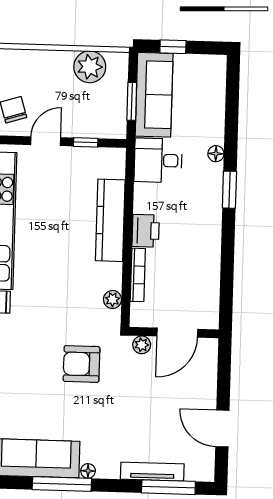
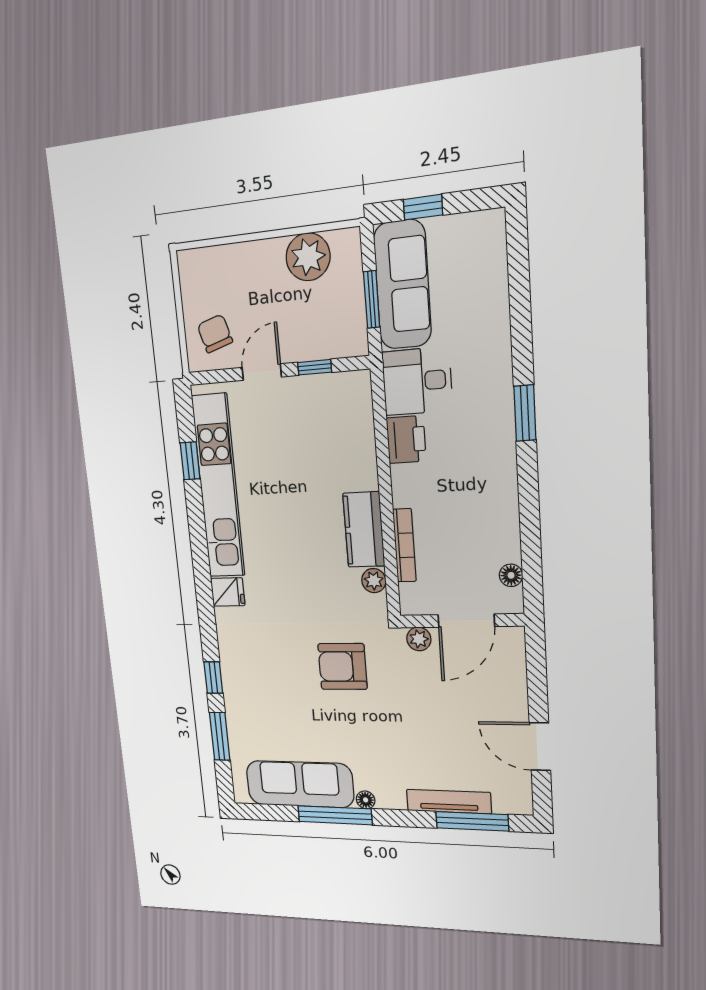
floor lamp: (216, 154) -> (511, 575), moved
kitchen counter: (110, 220) -> (364, 530), moved, width x0.67
printer: (146, 231) -> (406, 440), moved

